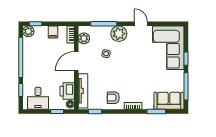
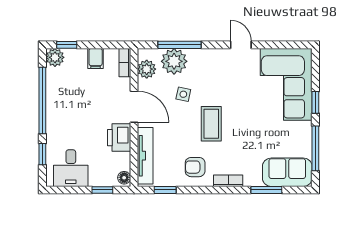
plant: (119, 34) -> (174, 61), moved
door: (76, 61) -> (134, 107), swing flipped
coffee table: (123, 71) -> (211, 124), added
printer: (67, 91) -> (119, 138), moved

